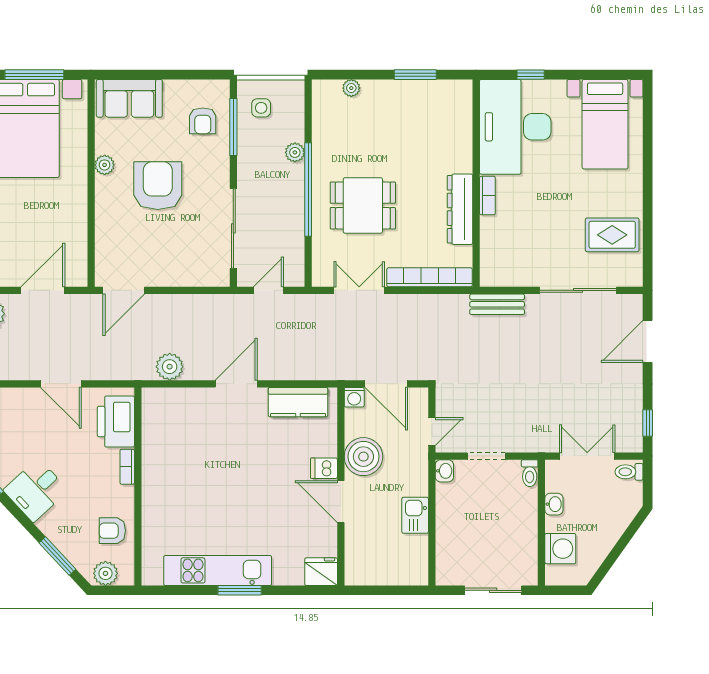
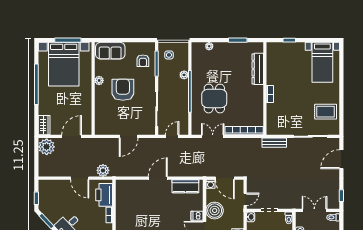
desk: (515, 127) -> (282, 63), removed
dining table: (363, 205) -> (214, 99), turned 90
dresser: (460, 209) -> (258, 69), moved
door: (124, 290) -> (129, 136), moved
plant: (170, 367) -> (103, 170), moved

